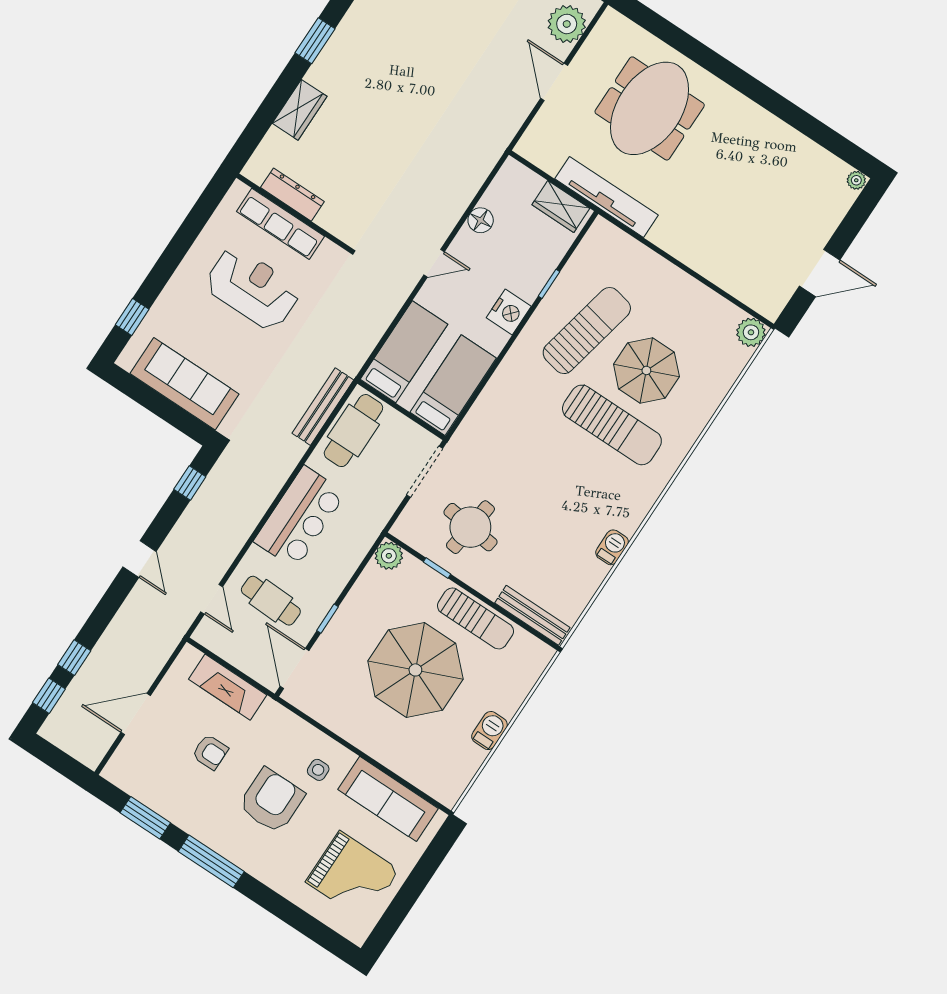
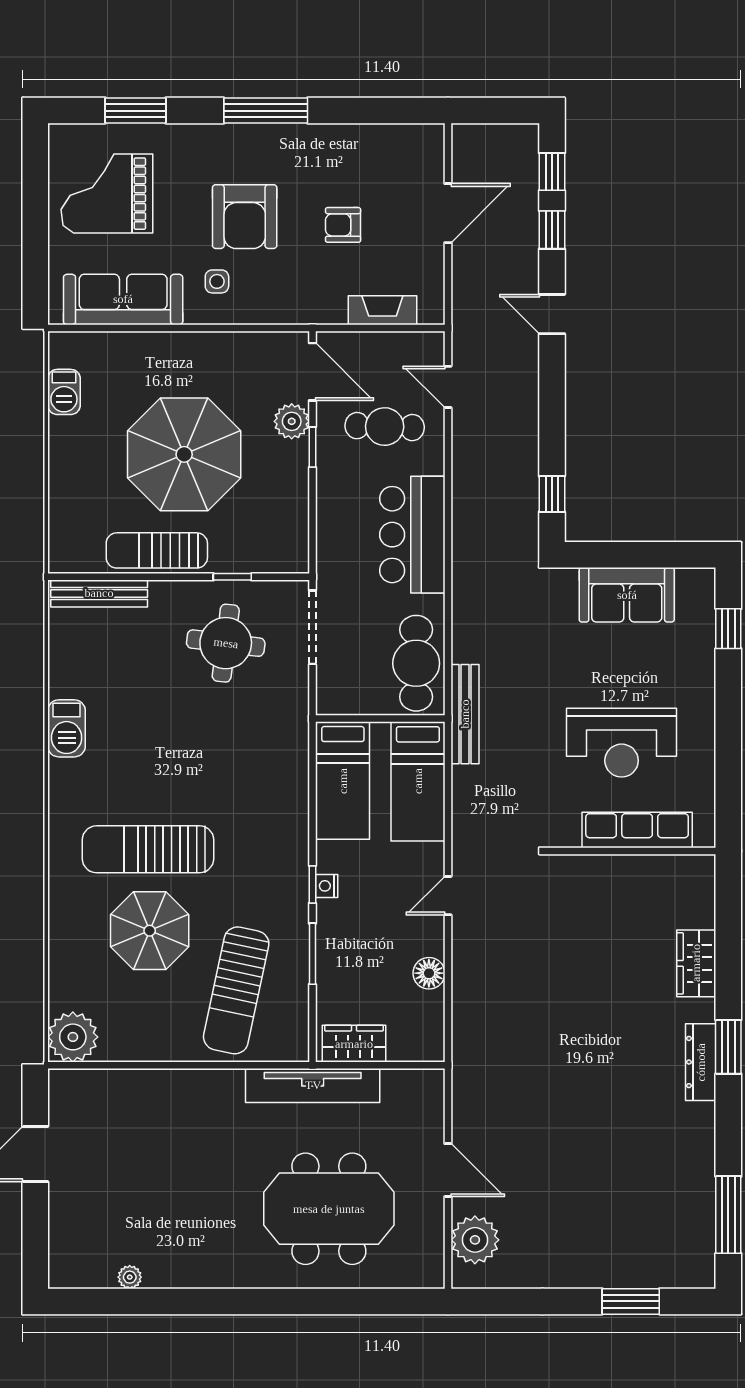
meeting table: (650, 108) -> (329, 1209), turned 90
plant: (856, 180) -> (130, 1277), moved
dresser: (292, 195) -> (701, 1062), moved, turned 90
window: (549, 284) -> (312, 954), width x1.50
nightstand: (509, 312) -> (327, 886), width x0.53, depth x0.56
window: (519, 330) -> (312, 884), added
sun lounger: (587, 331) -> (236, 990), moved
plant: (751, 332) -> (73, 1037), width x1.36, depth x1.36
sofa: (184, 384) -> (627, 595), width x0.73
bench: (323, 407) -> (465, 714), moved
doorway: (425, 472) -> (312, 627), moved
barbecue: (612, 547) -> (67, 728), width x1.38, depth x1.27
plant: (389, 556) -> (292, 421), moved
door: (139, 559) -> (552, 314), moved
fireplace: (228, 687) -> (382, 310), width x0.73, depth x0.76
barbecue: (489, 731) -> (64, 392), moved
window: (145, 818) -> (135, 111), moved

